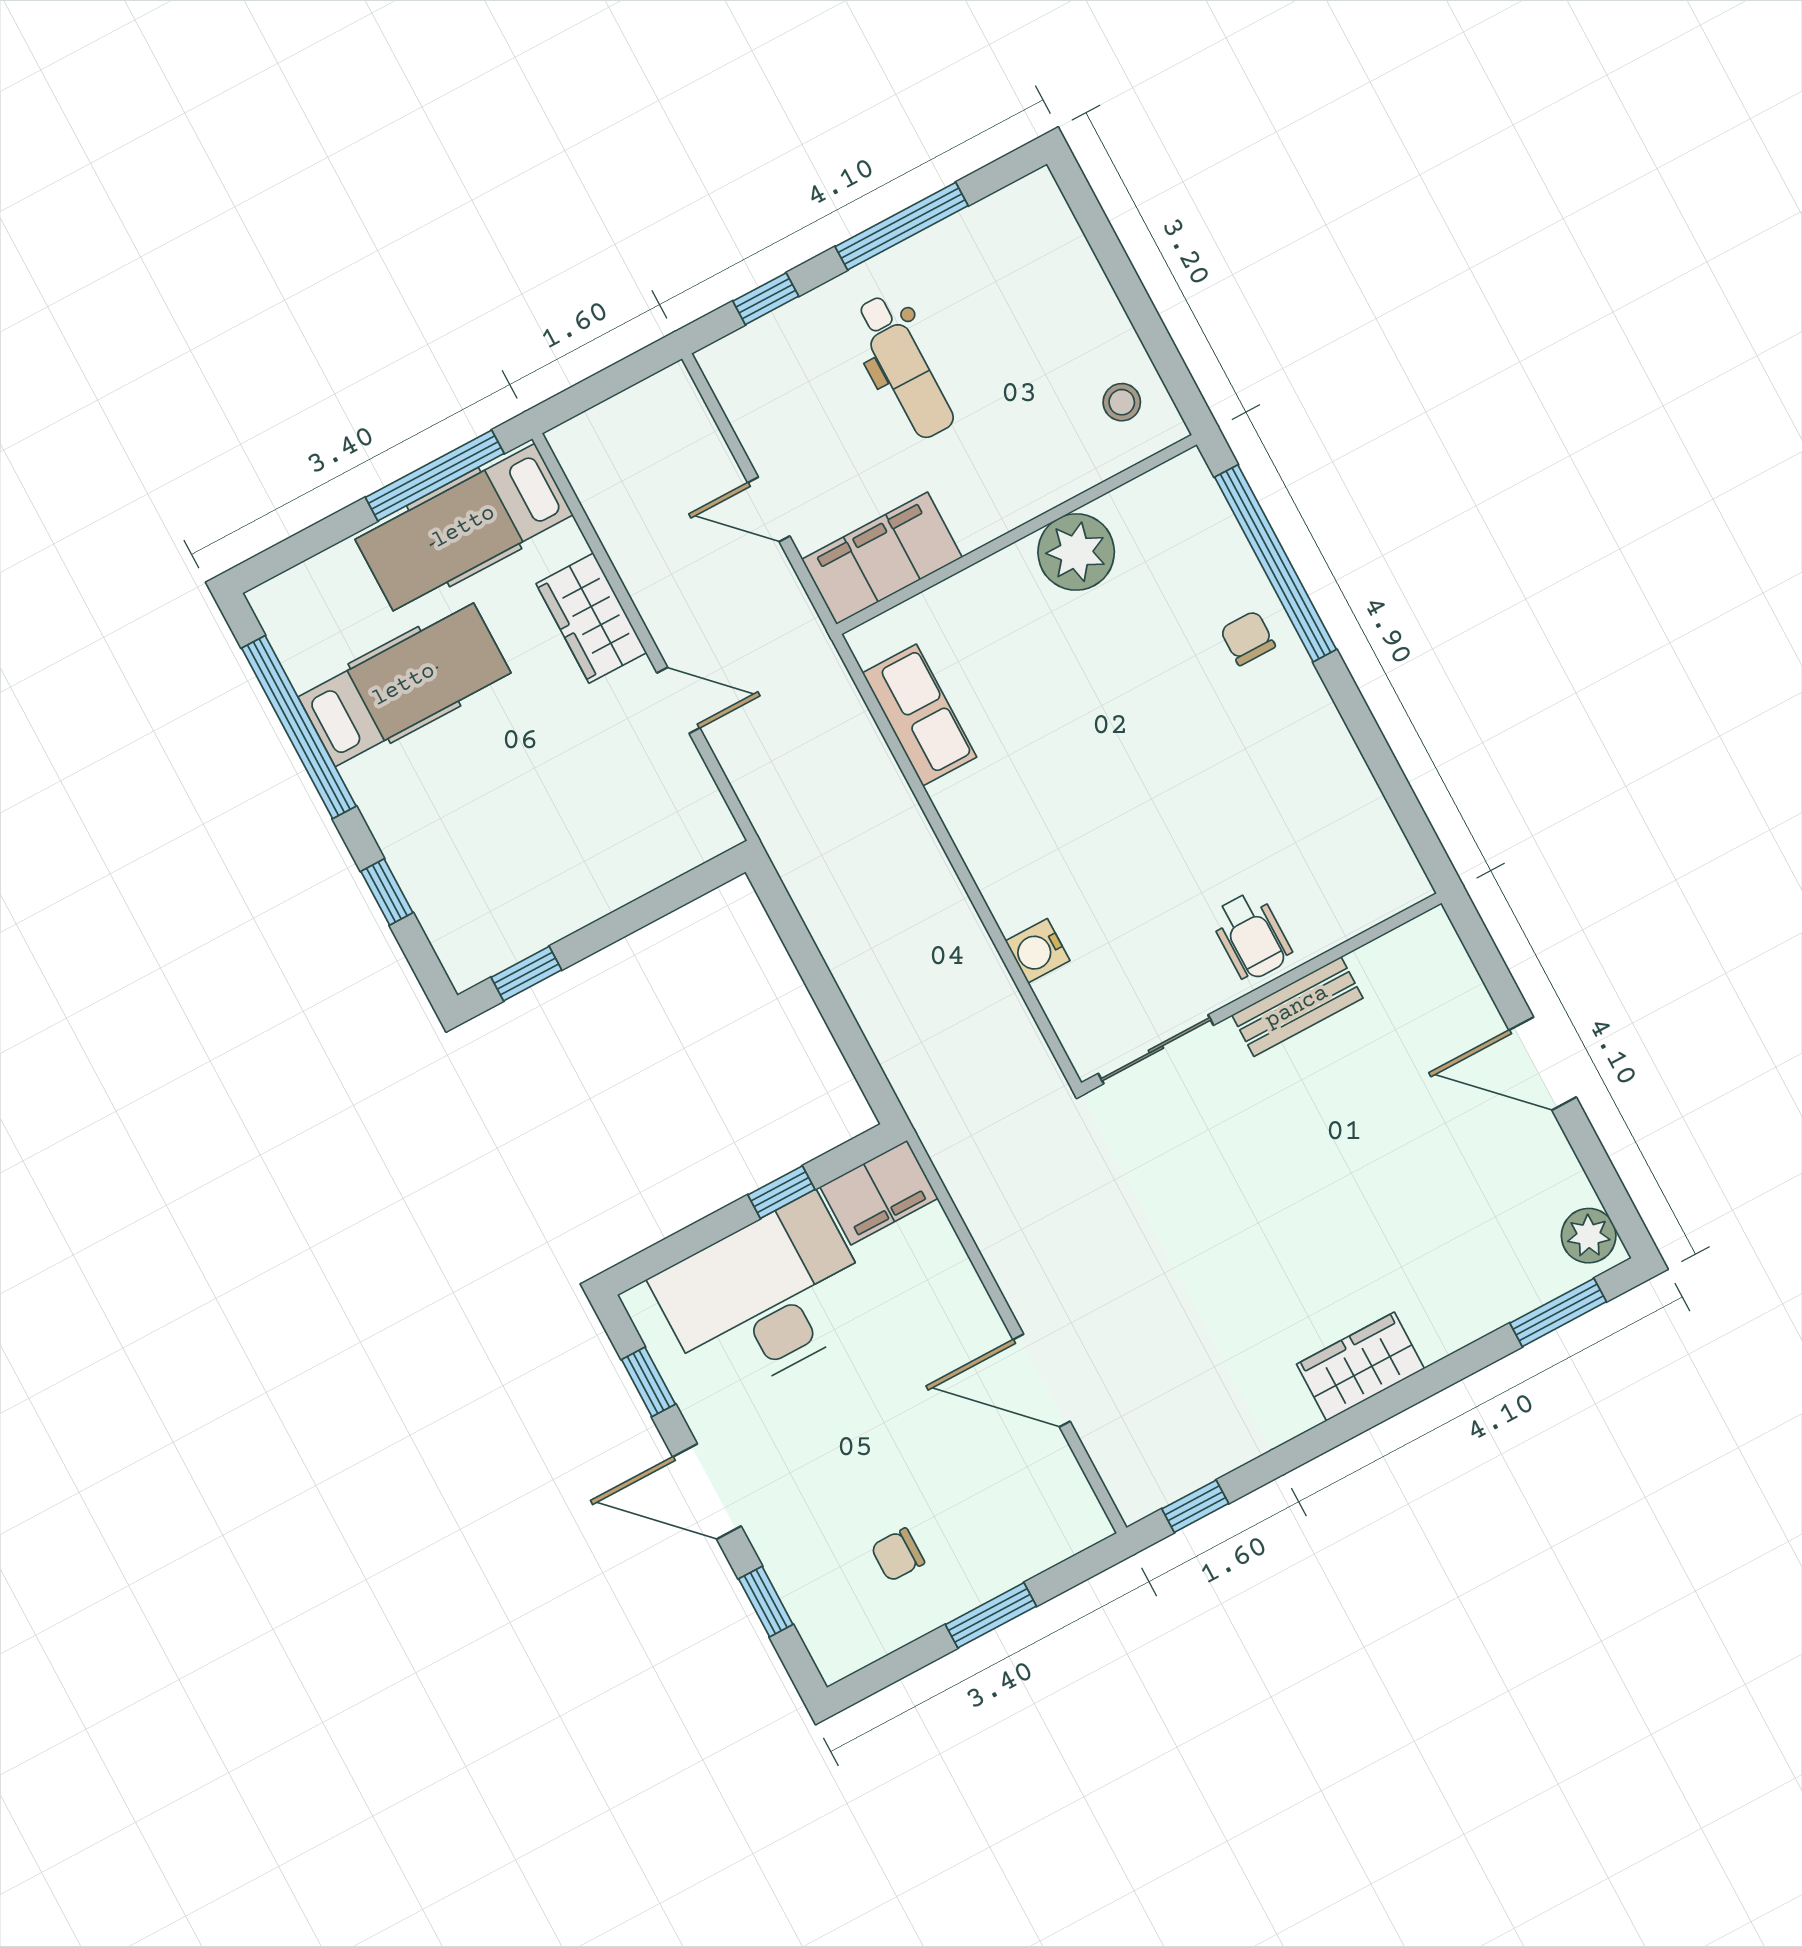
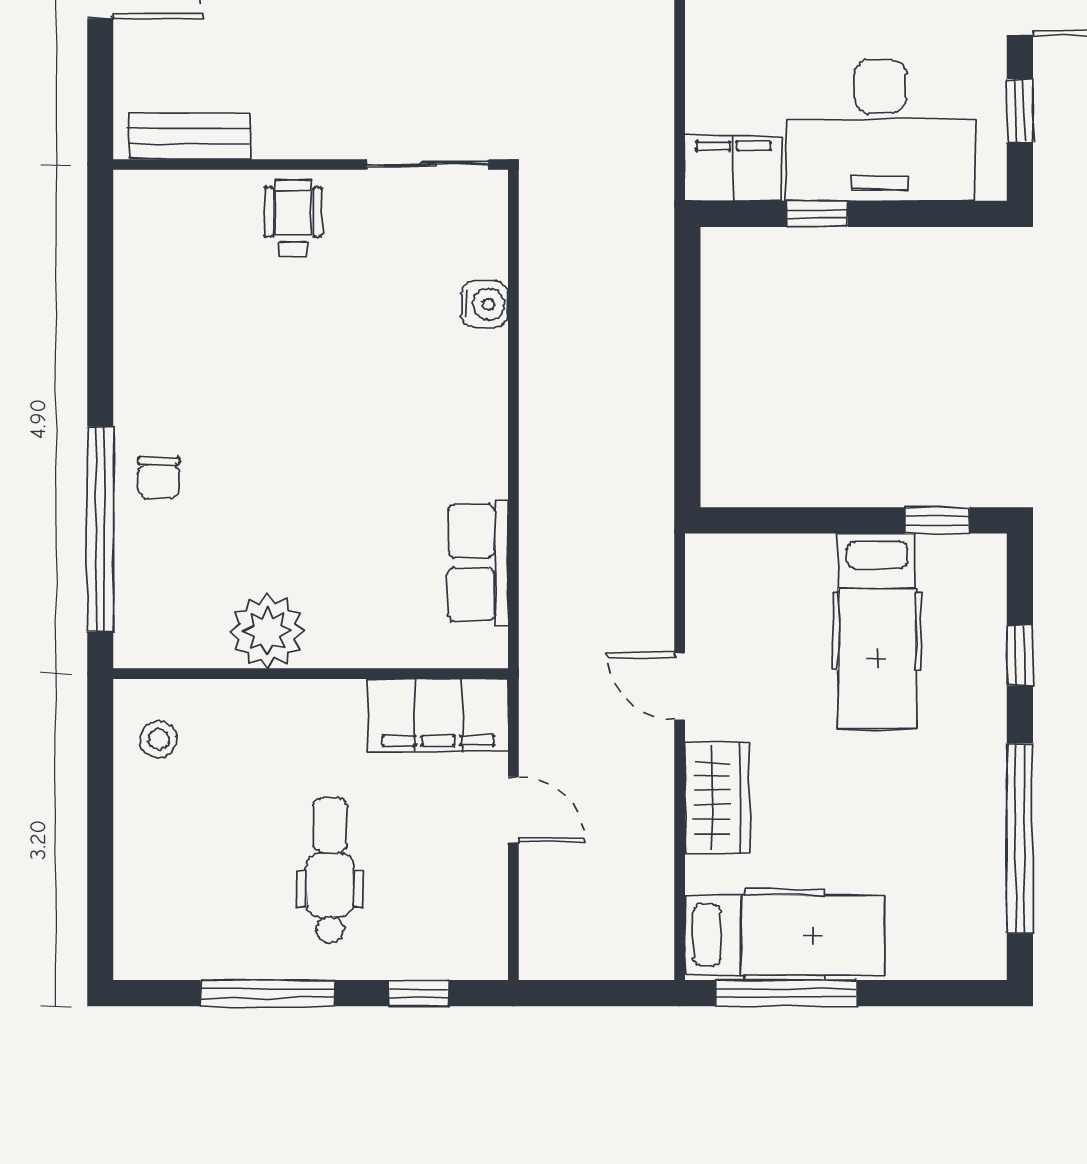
hospital bed: (404, 685) -> (877, 631), moved, turned -90
bench: (1297, 1007) -> (189, 136), moved

